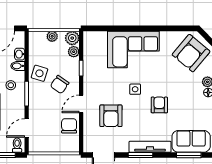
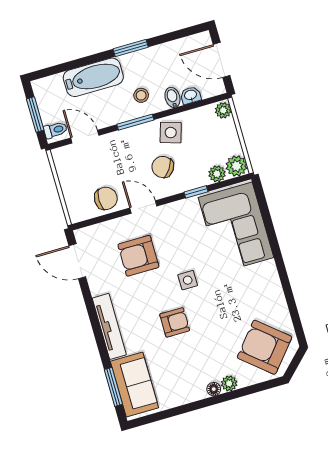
plant: (52, 36) -> (223, 110), moved
corner sofa: (133, 49) -> (236, 227), moved
window: (141, 155) -> (93, 316), removed

